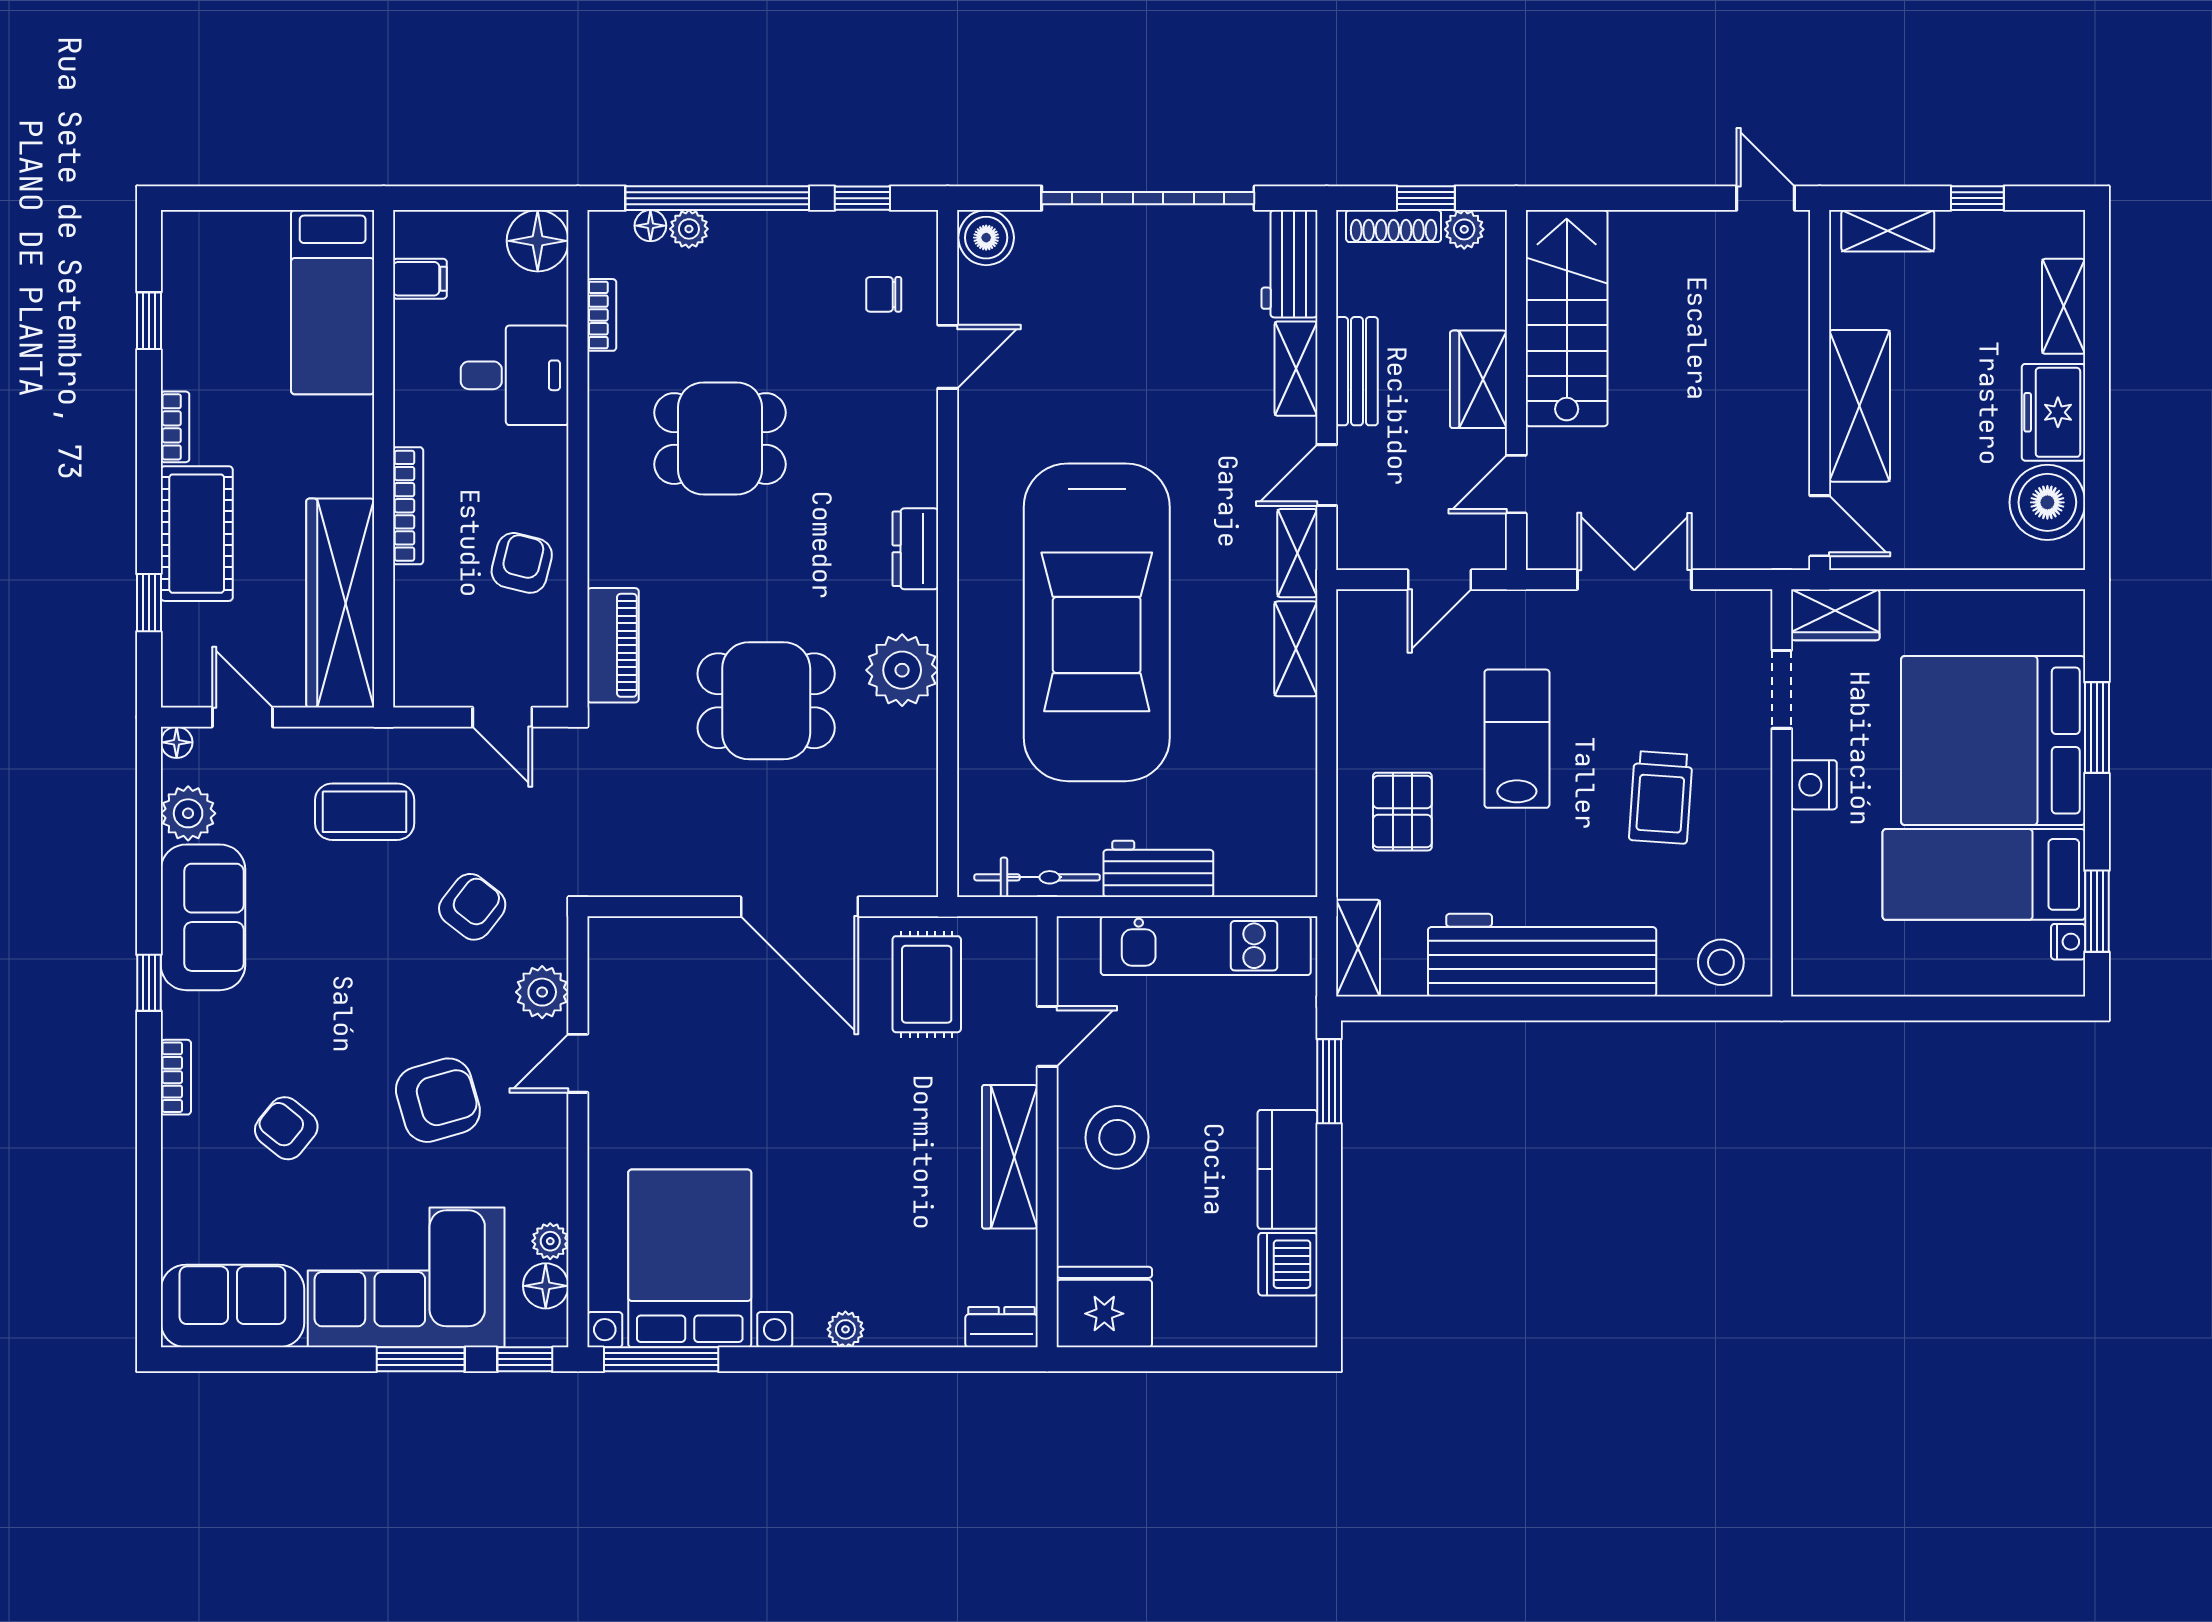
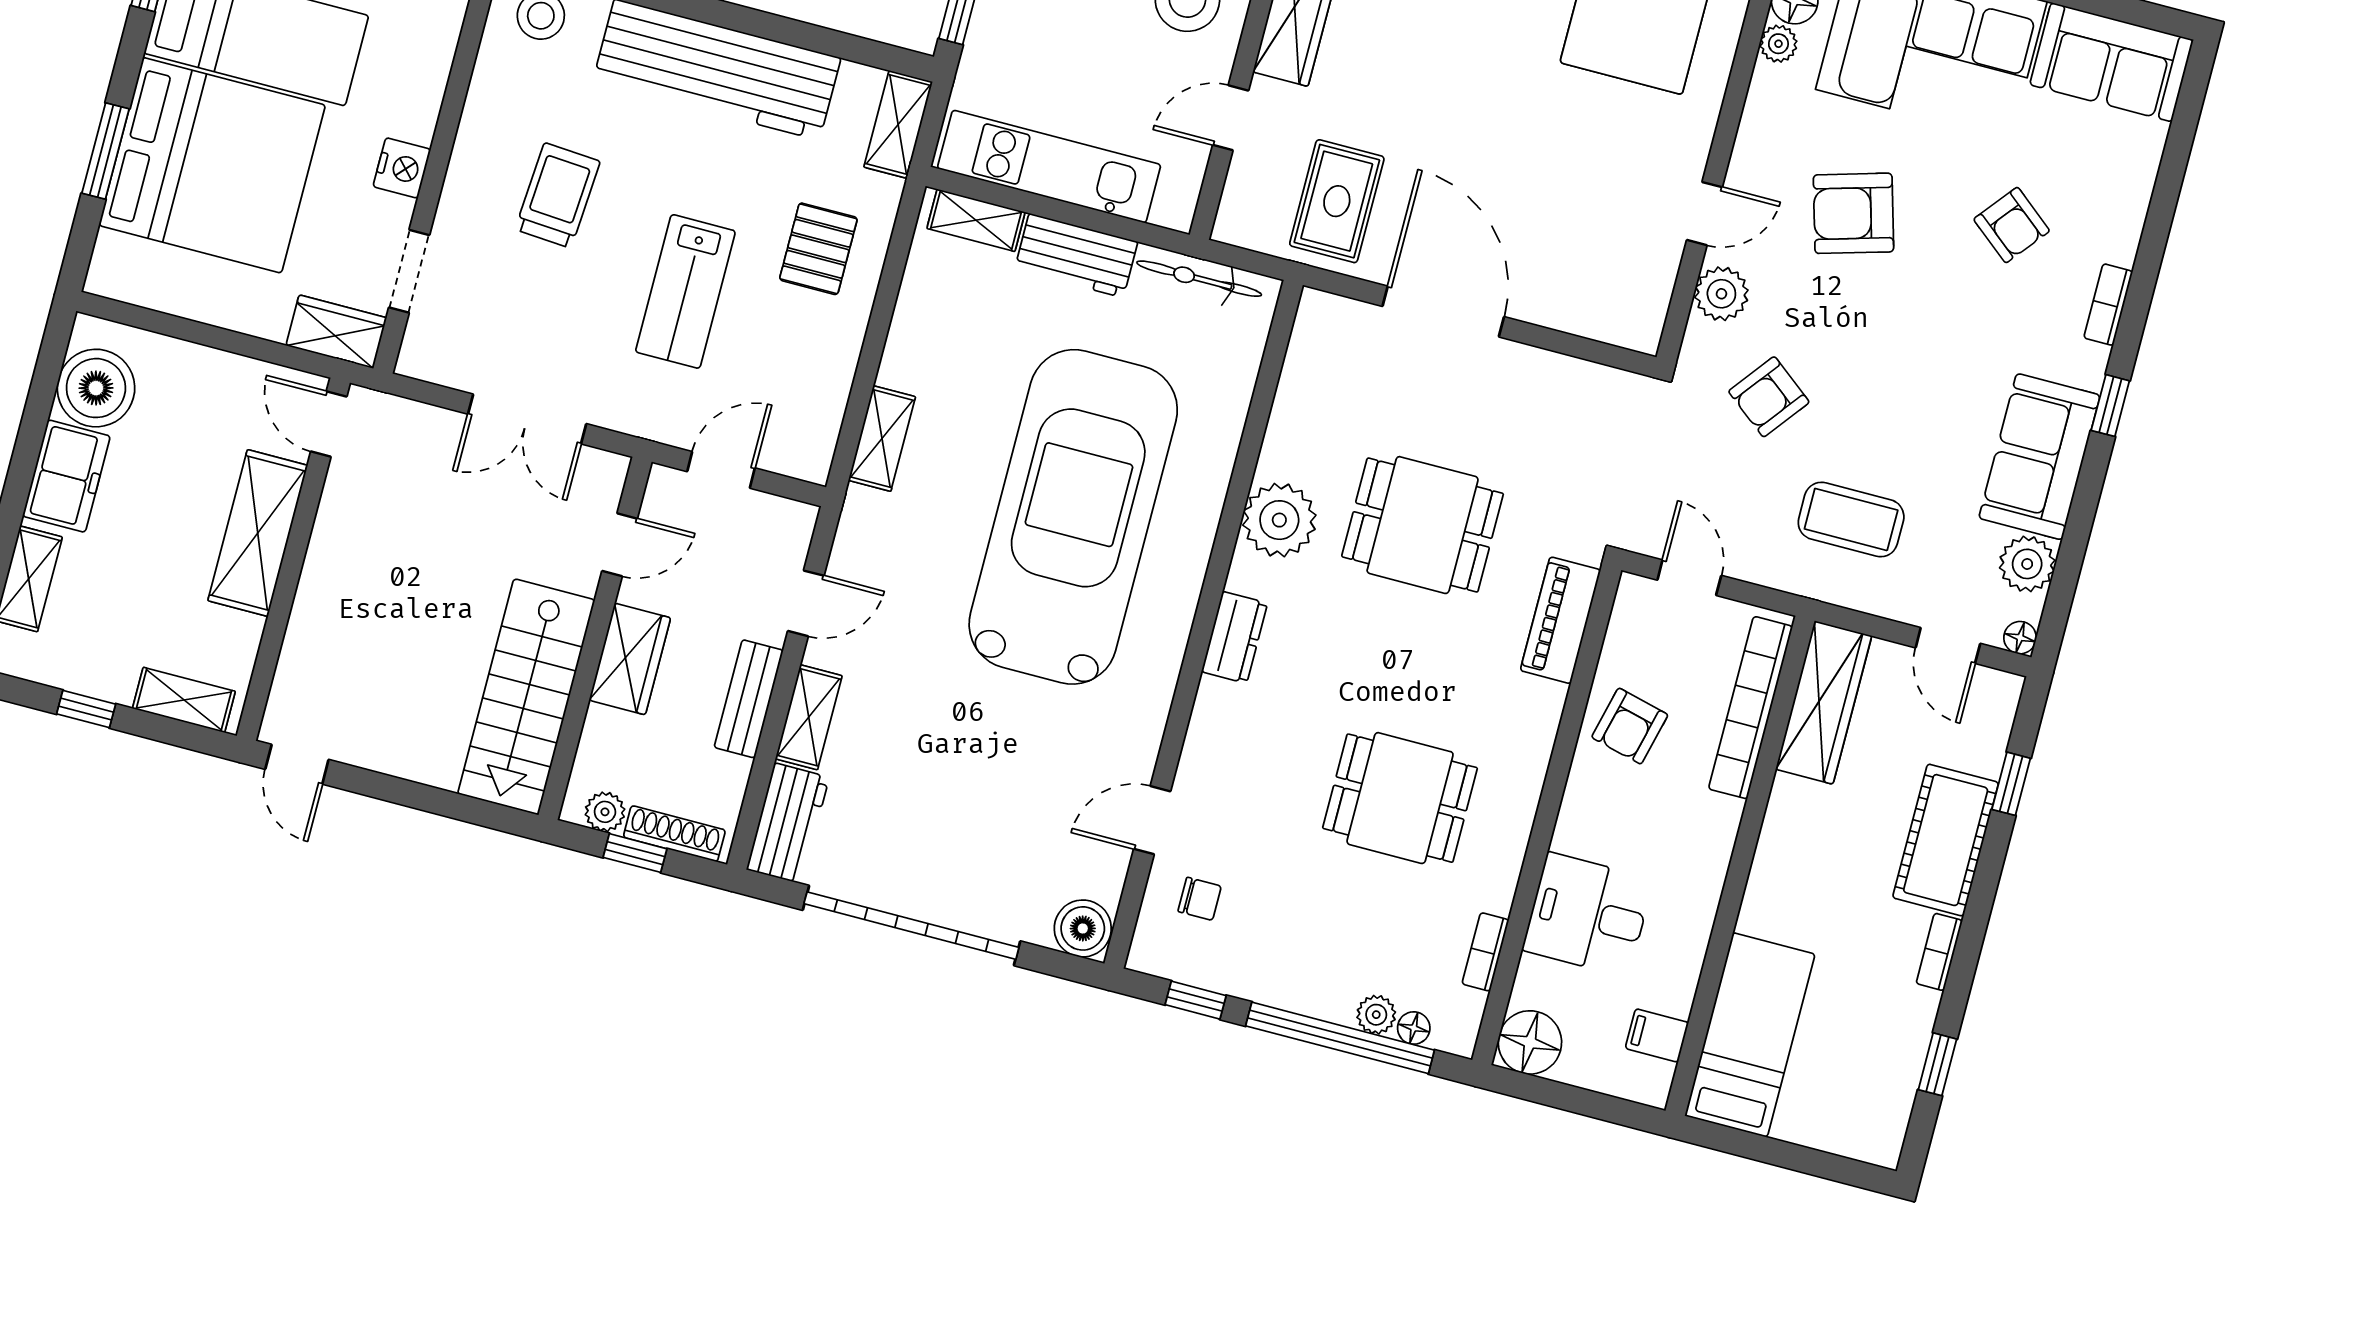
bookcase: (408, 506) -> (1751, 708), moved, width x1.48, depth x1.31
shelving: (1297, 553) -> (976, 220), moved, turned 90
wardrobe: (340, 603) -> (1824, 702), width x0.71, depth x0.85

